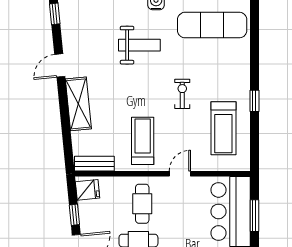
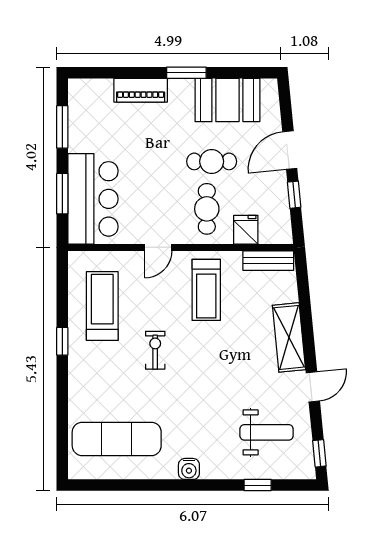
weight bench: (139, 45) -> (267, 432), moved, turned 180
exercise bike: (182, 94) -> (155, 350), turned 180
fridge: (88, 190) -> (246, 230), moved, turned 96

